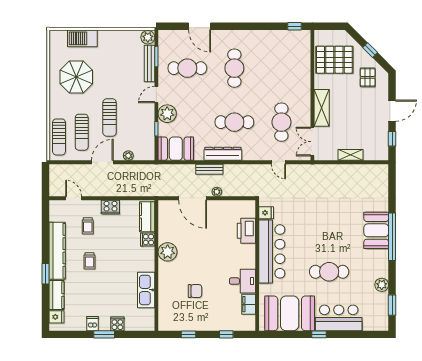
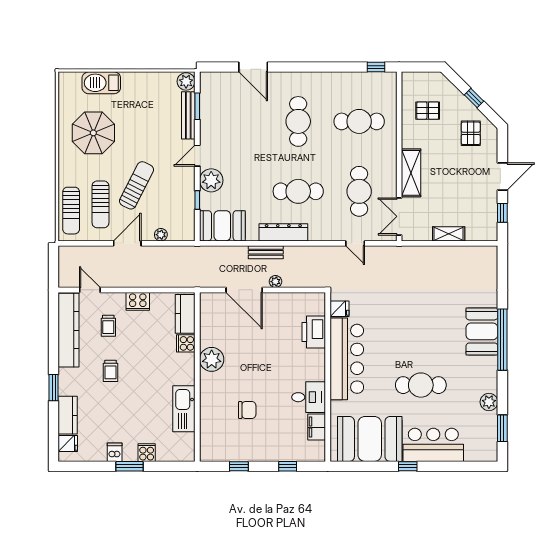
pallet: (334, 60) -> (428, 111), width x0.49, depth x0.50
cafe table: (187, 68) -> (359, 121), moved
sun lounger: (110, 118) -> (137, 185), turned -153
kitchen counter: (57, 251) -> (69, 330), moved

